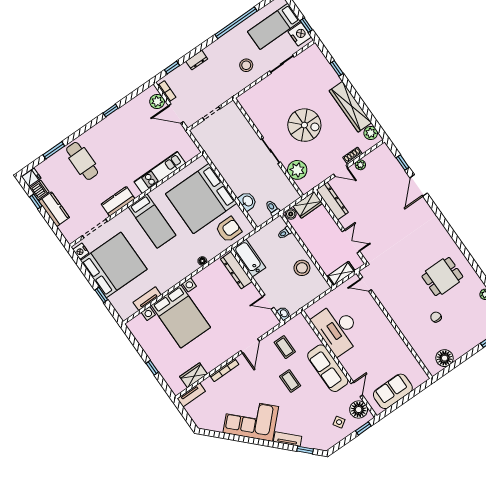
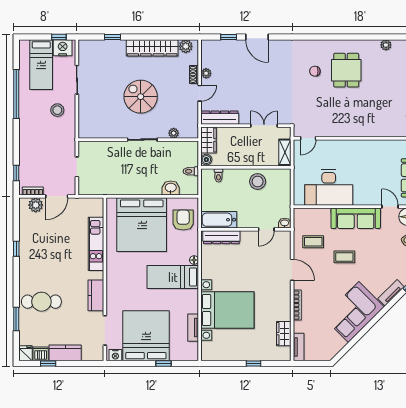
dresser: (197, 60) -> (24, 148), removed
spiral stairs: (304, 125) -> (141, 97), turned -90
plant: (297, 170) -> (174, 133), width x0.53, depth x0.53
bed: (152, 221) -> (173, 277), moved, turned 180
chair: (436, 317) -> (315, 71), moved

